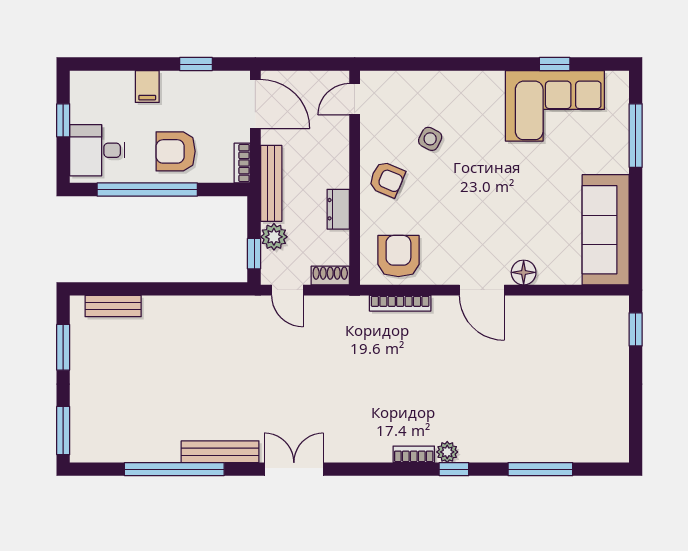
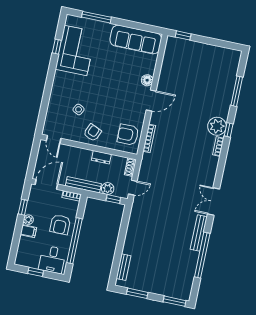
plant: (172, 81) -> (28, 220), added
plant: (447, 452) -> (217, 126), width x1.87, depth x1.87

